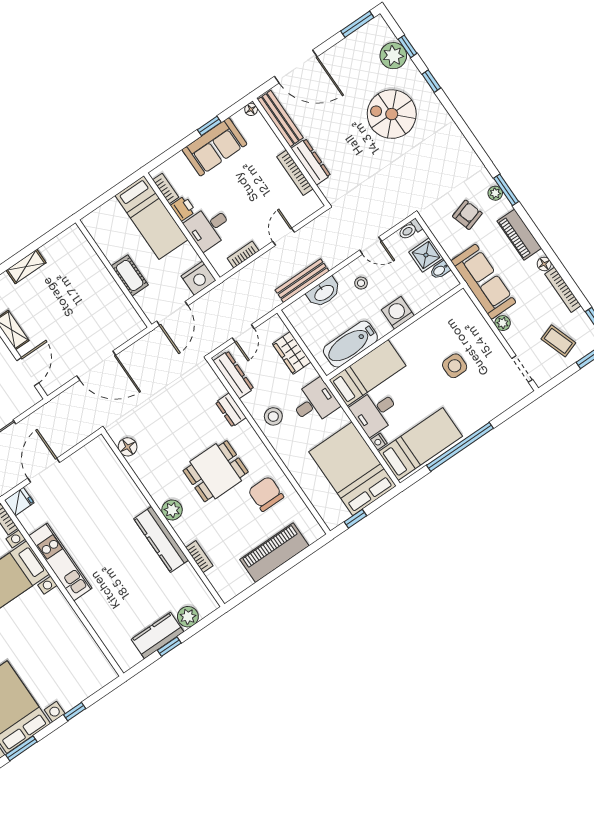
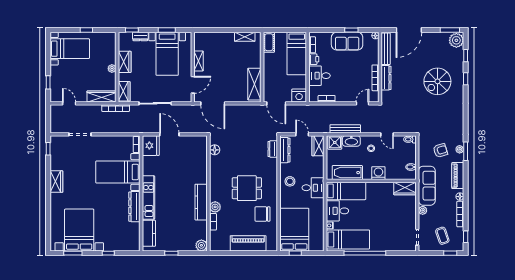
plant: (393, 56) -> (456, 40), moved
door: (296, 66) -> (409, 30), hinge flipped
spiral stairs: (392, 114) -> (437, 81), turned -90
door: (284, 237) -> (362, 103), moved
shower: (426, 255) -> (335, 142), moved
shelving: (26, 267) -> (245, 37), moved
cot: (130, 275) -> (269, 42), moved
shelving: (120, 307) -> (254, 84), added
wardrobe: (453, 309) -> (405, 189), added
door: (172, 313) -> (276, 103), hinge flipped
door: (243, 333) -> (302, 134), swing flipped
wardrobe: (292, 353) -> (318, 146), moved
door: (96, 366) -> (213, 103), moved
side table: (455, 366) -> (388, 215), removed
dresser: (231, 410) -> (273, 149), moved
bed: (352, 469) -> (294, 230), moved
door: (44, 470) -> (169, 134), hinge flipped
chair: (266, 494) -> (263, 214), turned -90
fridge: (19, 502) -> (151, 146), width x1.88, depth x1.34
plant: (172, 510) -> (215, 207), moved
kitchen unit: (60, 562) -> (148, 198), moved
dresser: (66, 615) -> (134, 207), added
plant: (188, 617) -> (201, 245), moved
kitchen counter: (158, 636) -> (149, 233), moved, turned 90

